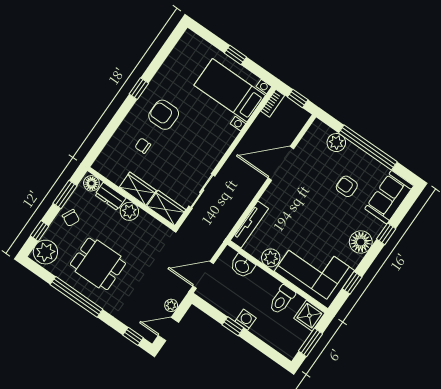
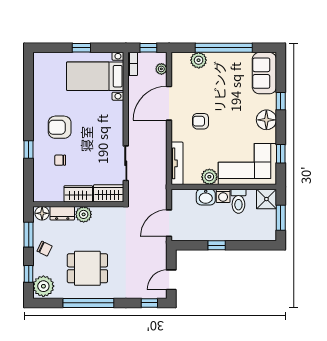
window: (139, 89) -> (29, 149), moved
armchair: (347, 186) -> (201, 121), moved
washbasin: (242, 266) -> (206, 197), moved
plant: (171, 305) -> (161, 69), moved
washing machine: (246, 320) -> (223, 196), moved, turned 180

